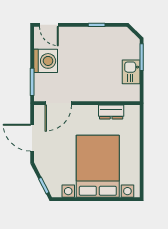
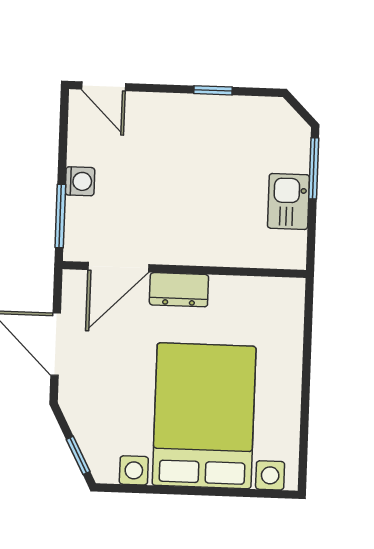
washing machine: (46, 61) -> (80, 181), width x0.53, depth x0.53
dresser: (111, 112) -> (179, 290), moved

